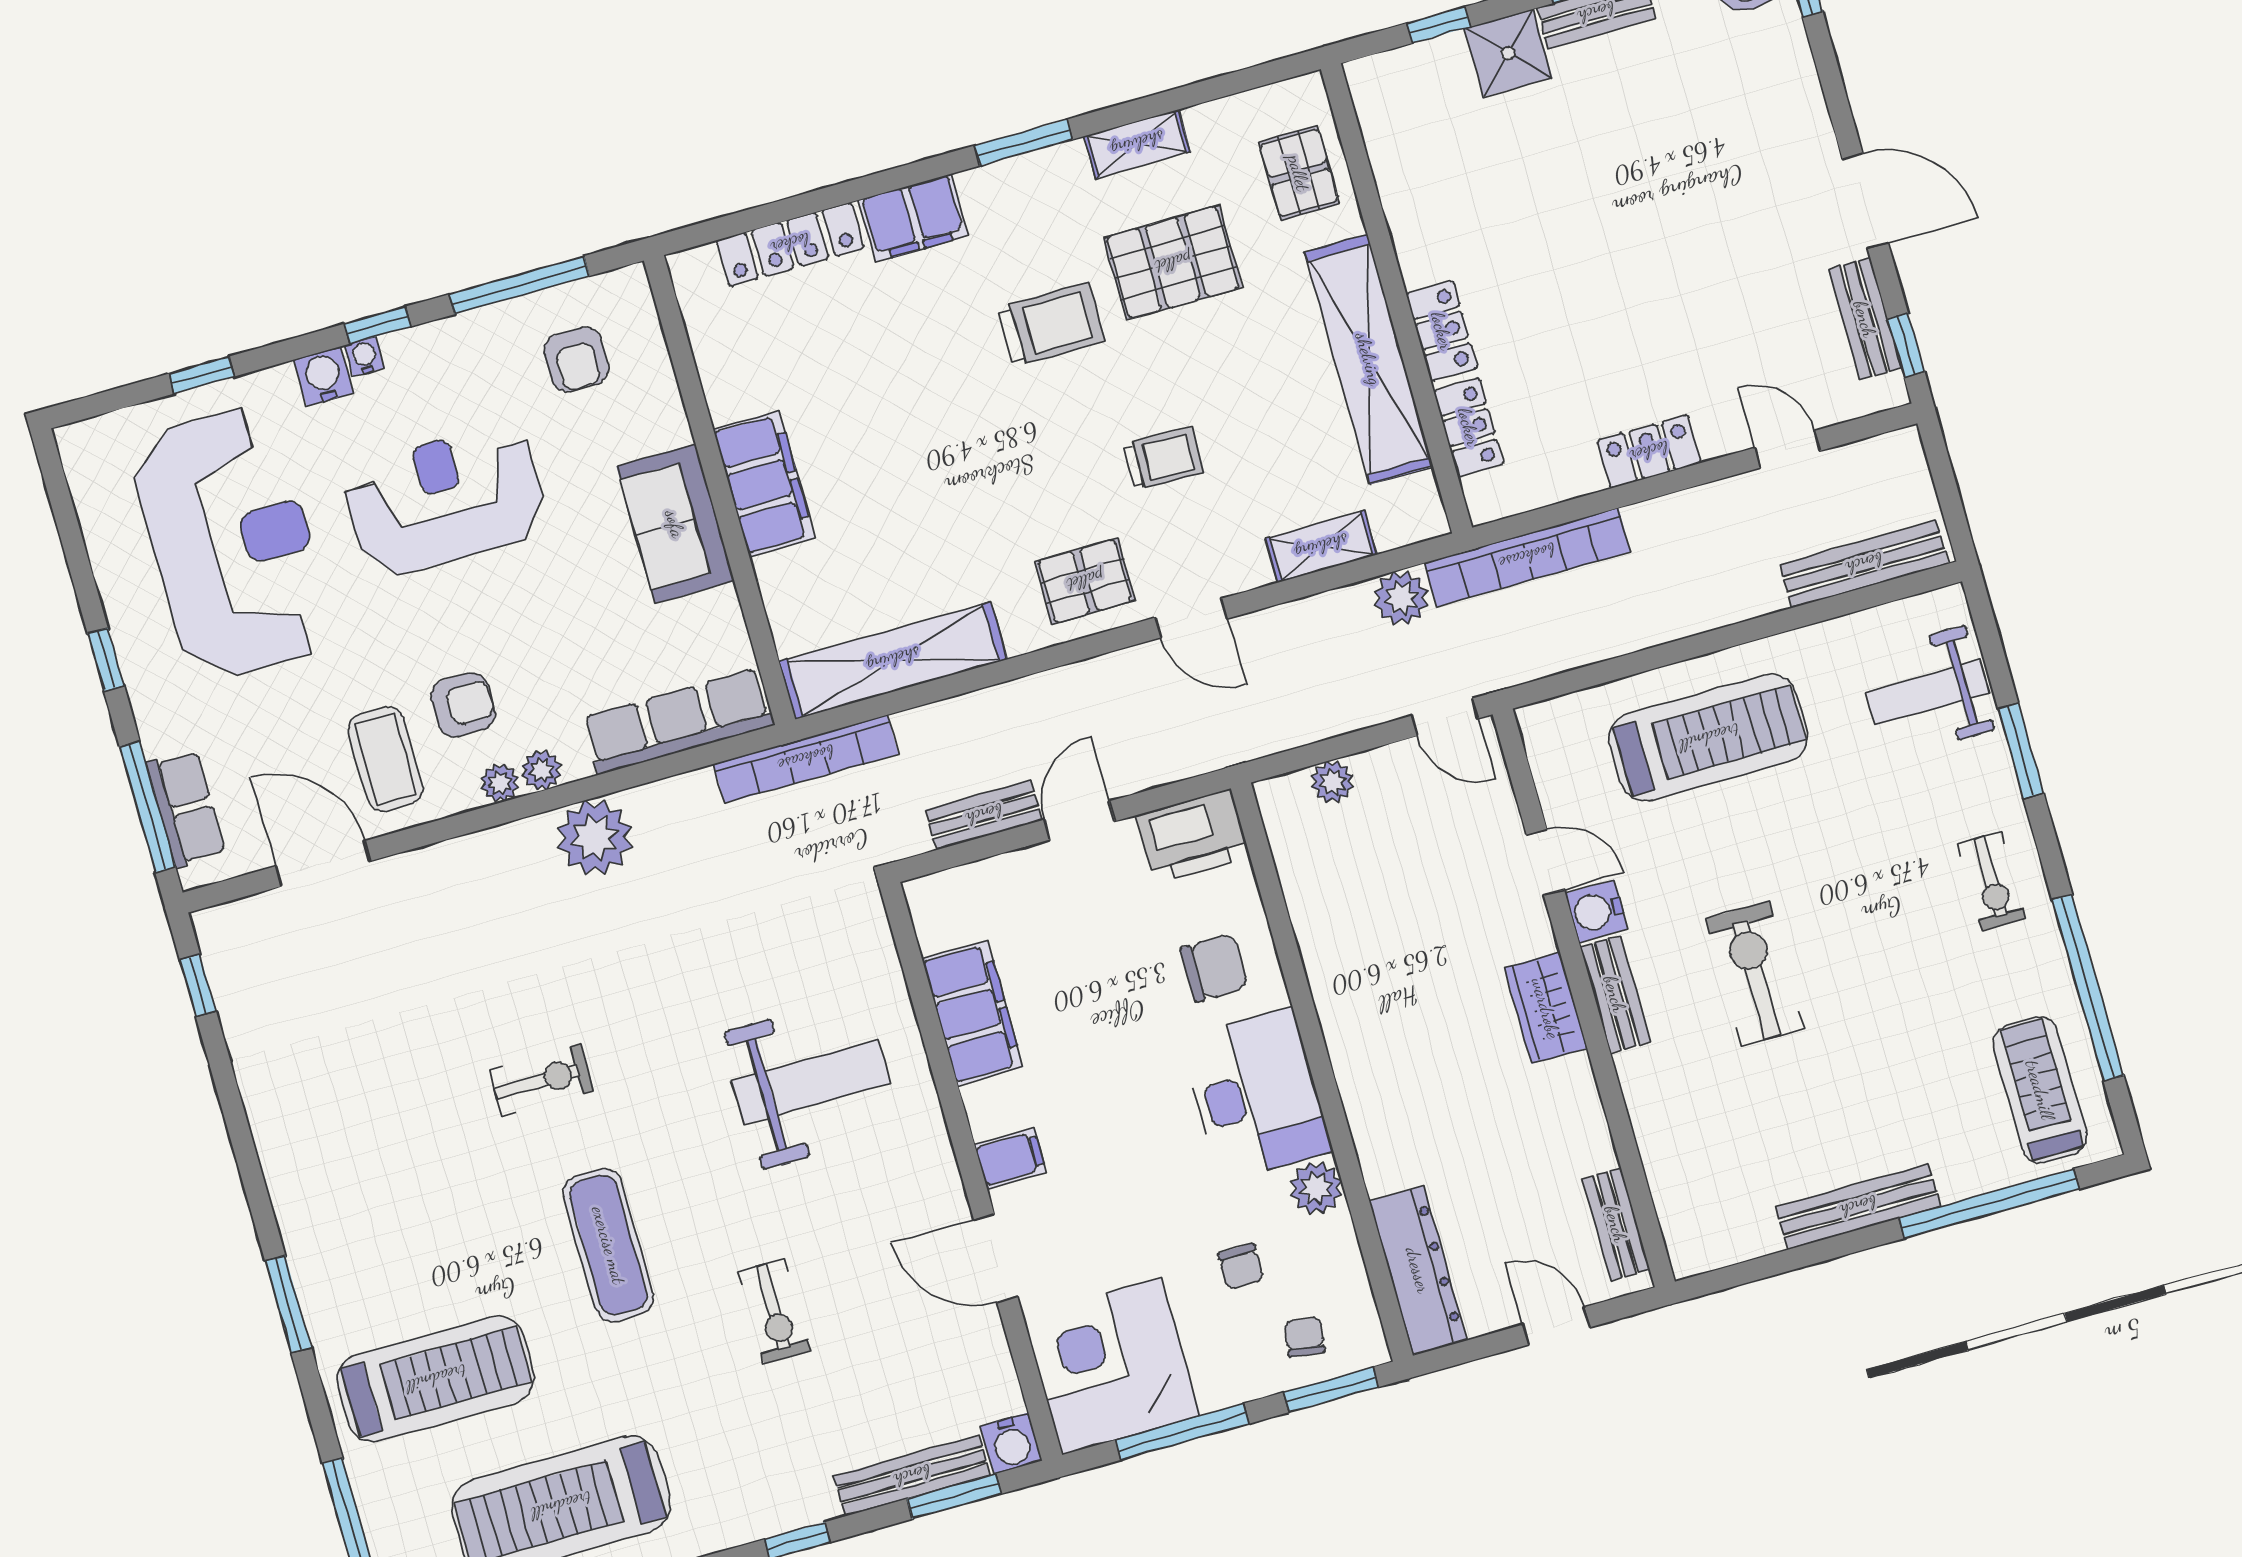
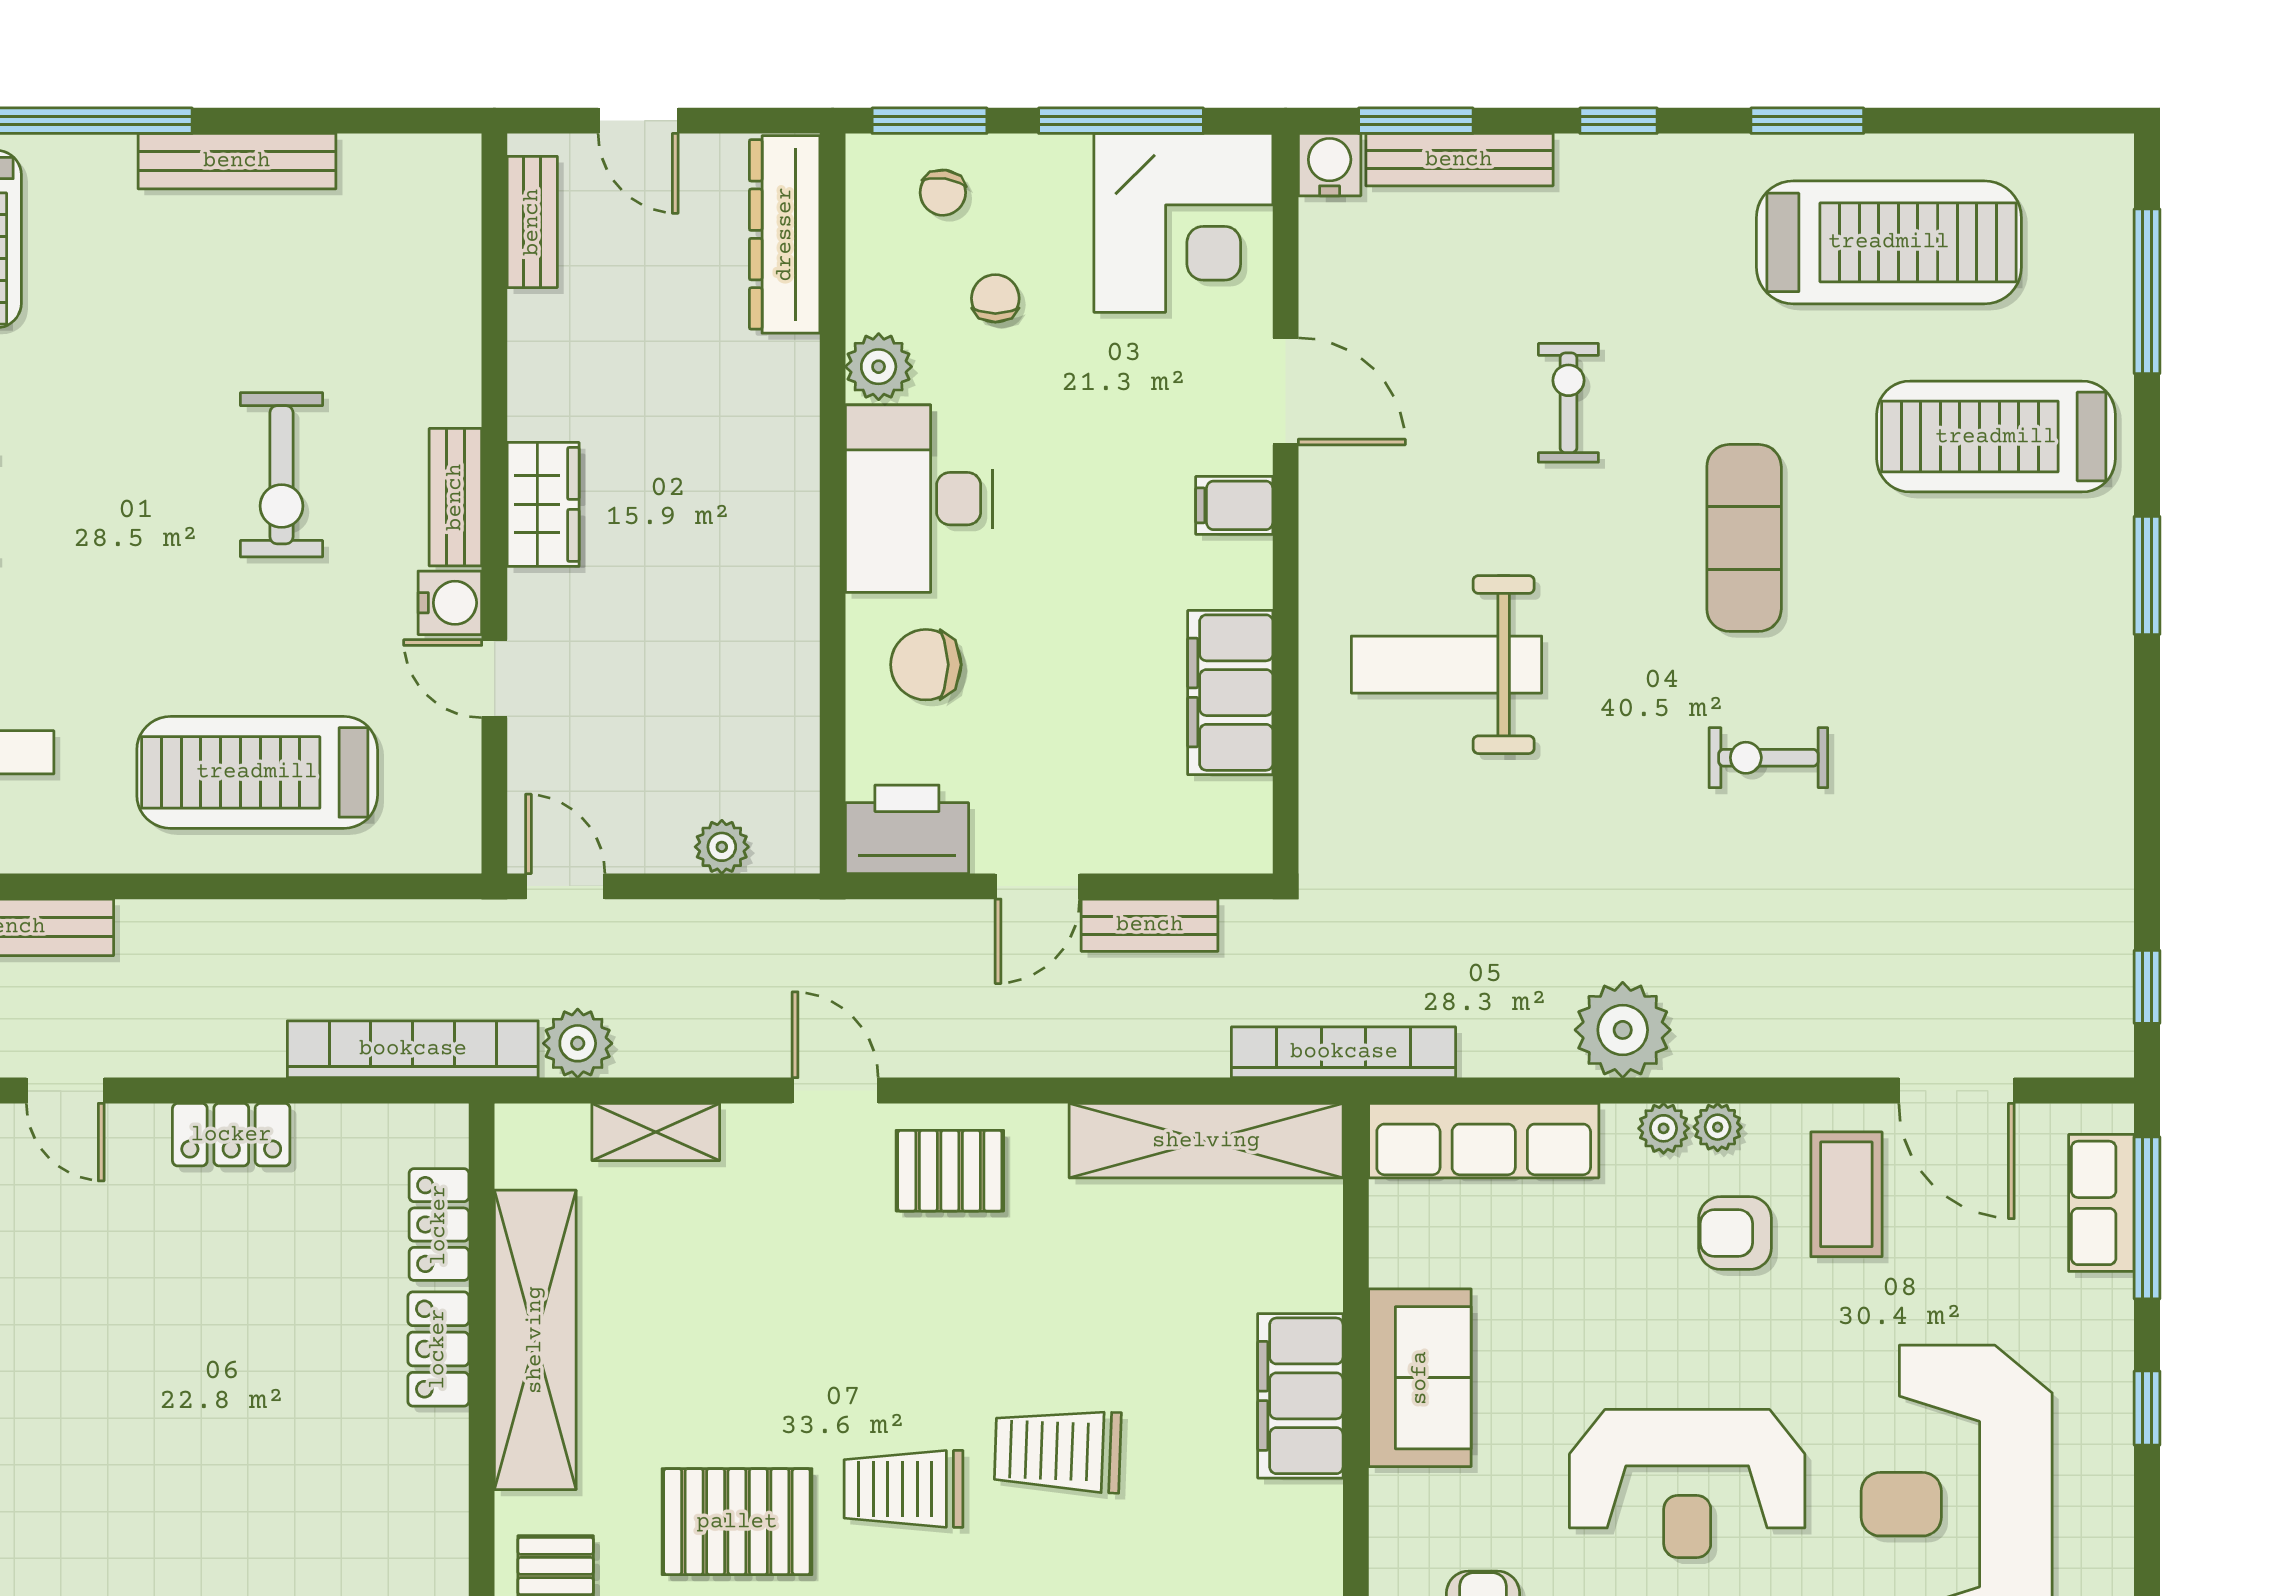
trolley: (1164, 458) -> (1058, 1451), moved, width x1.36, depth x1.39

